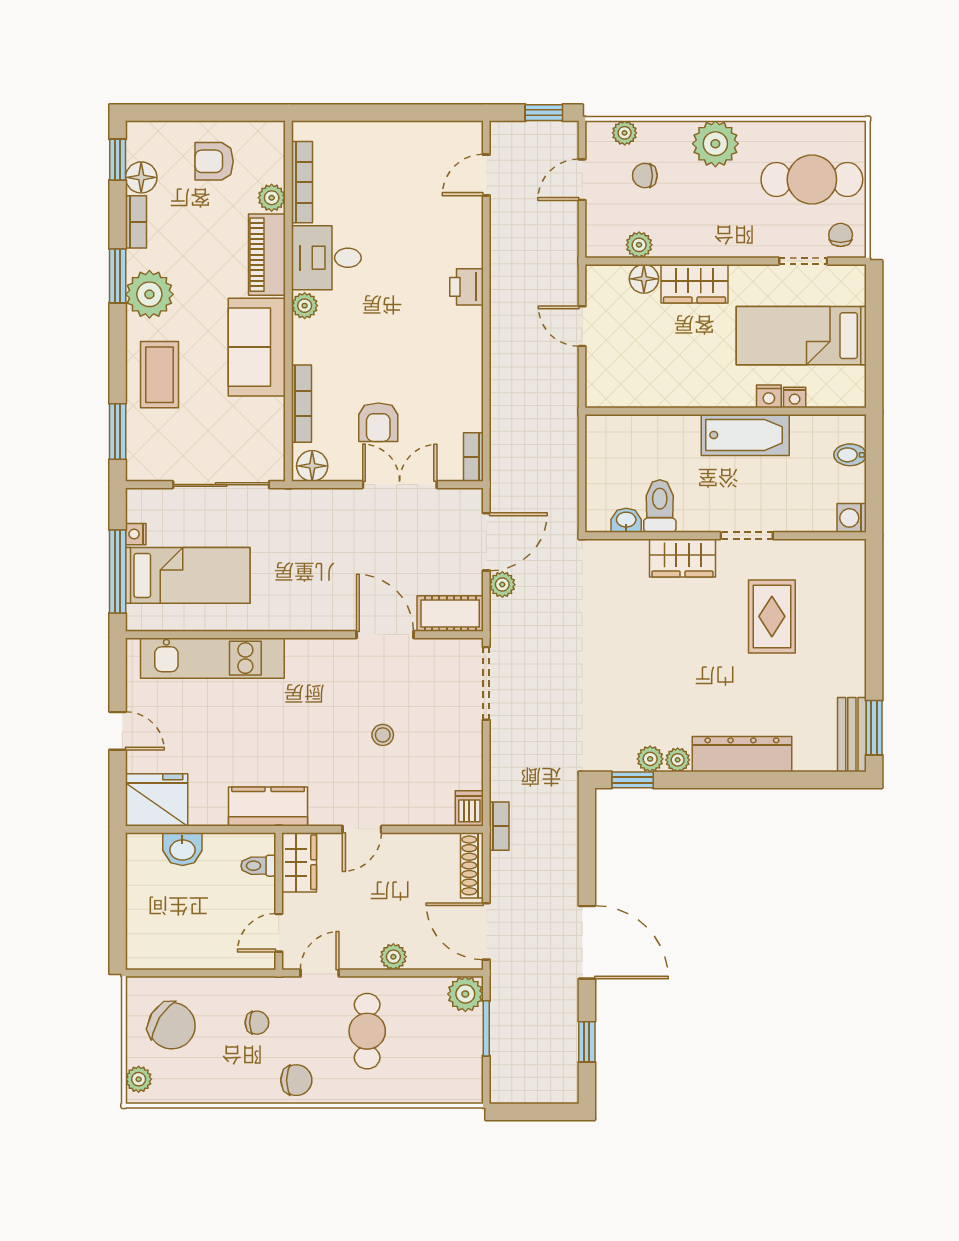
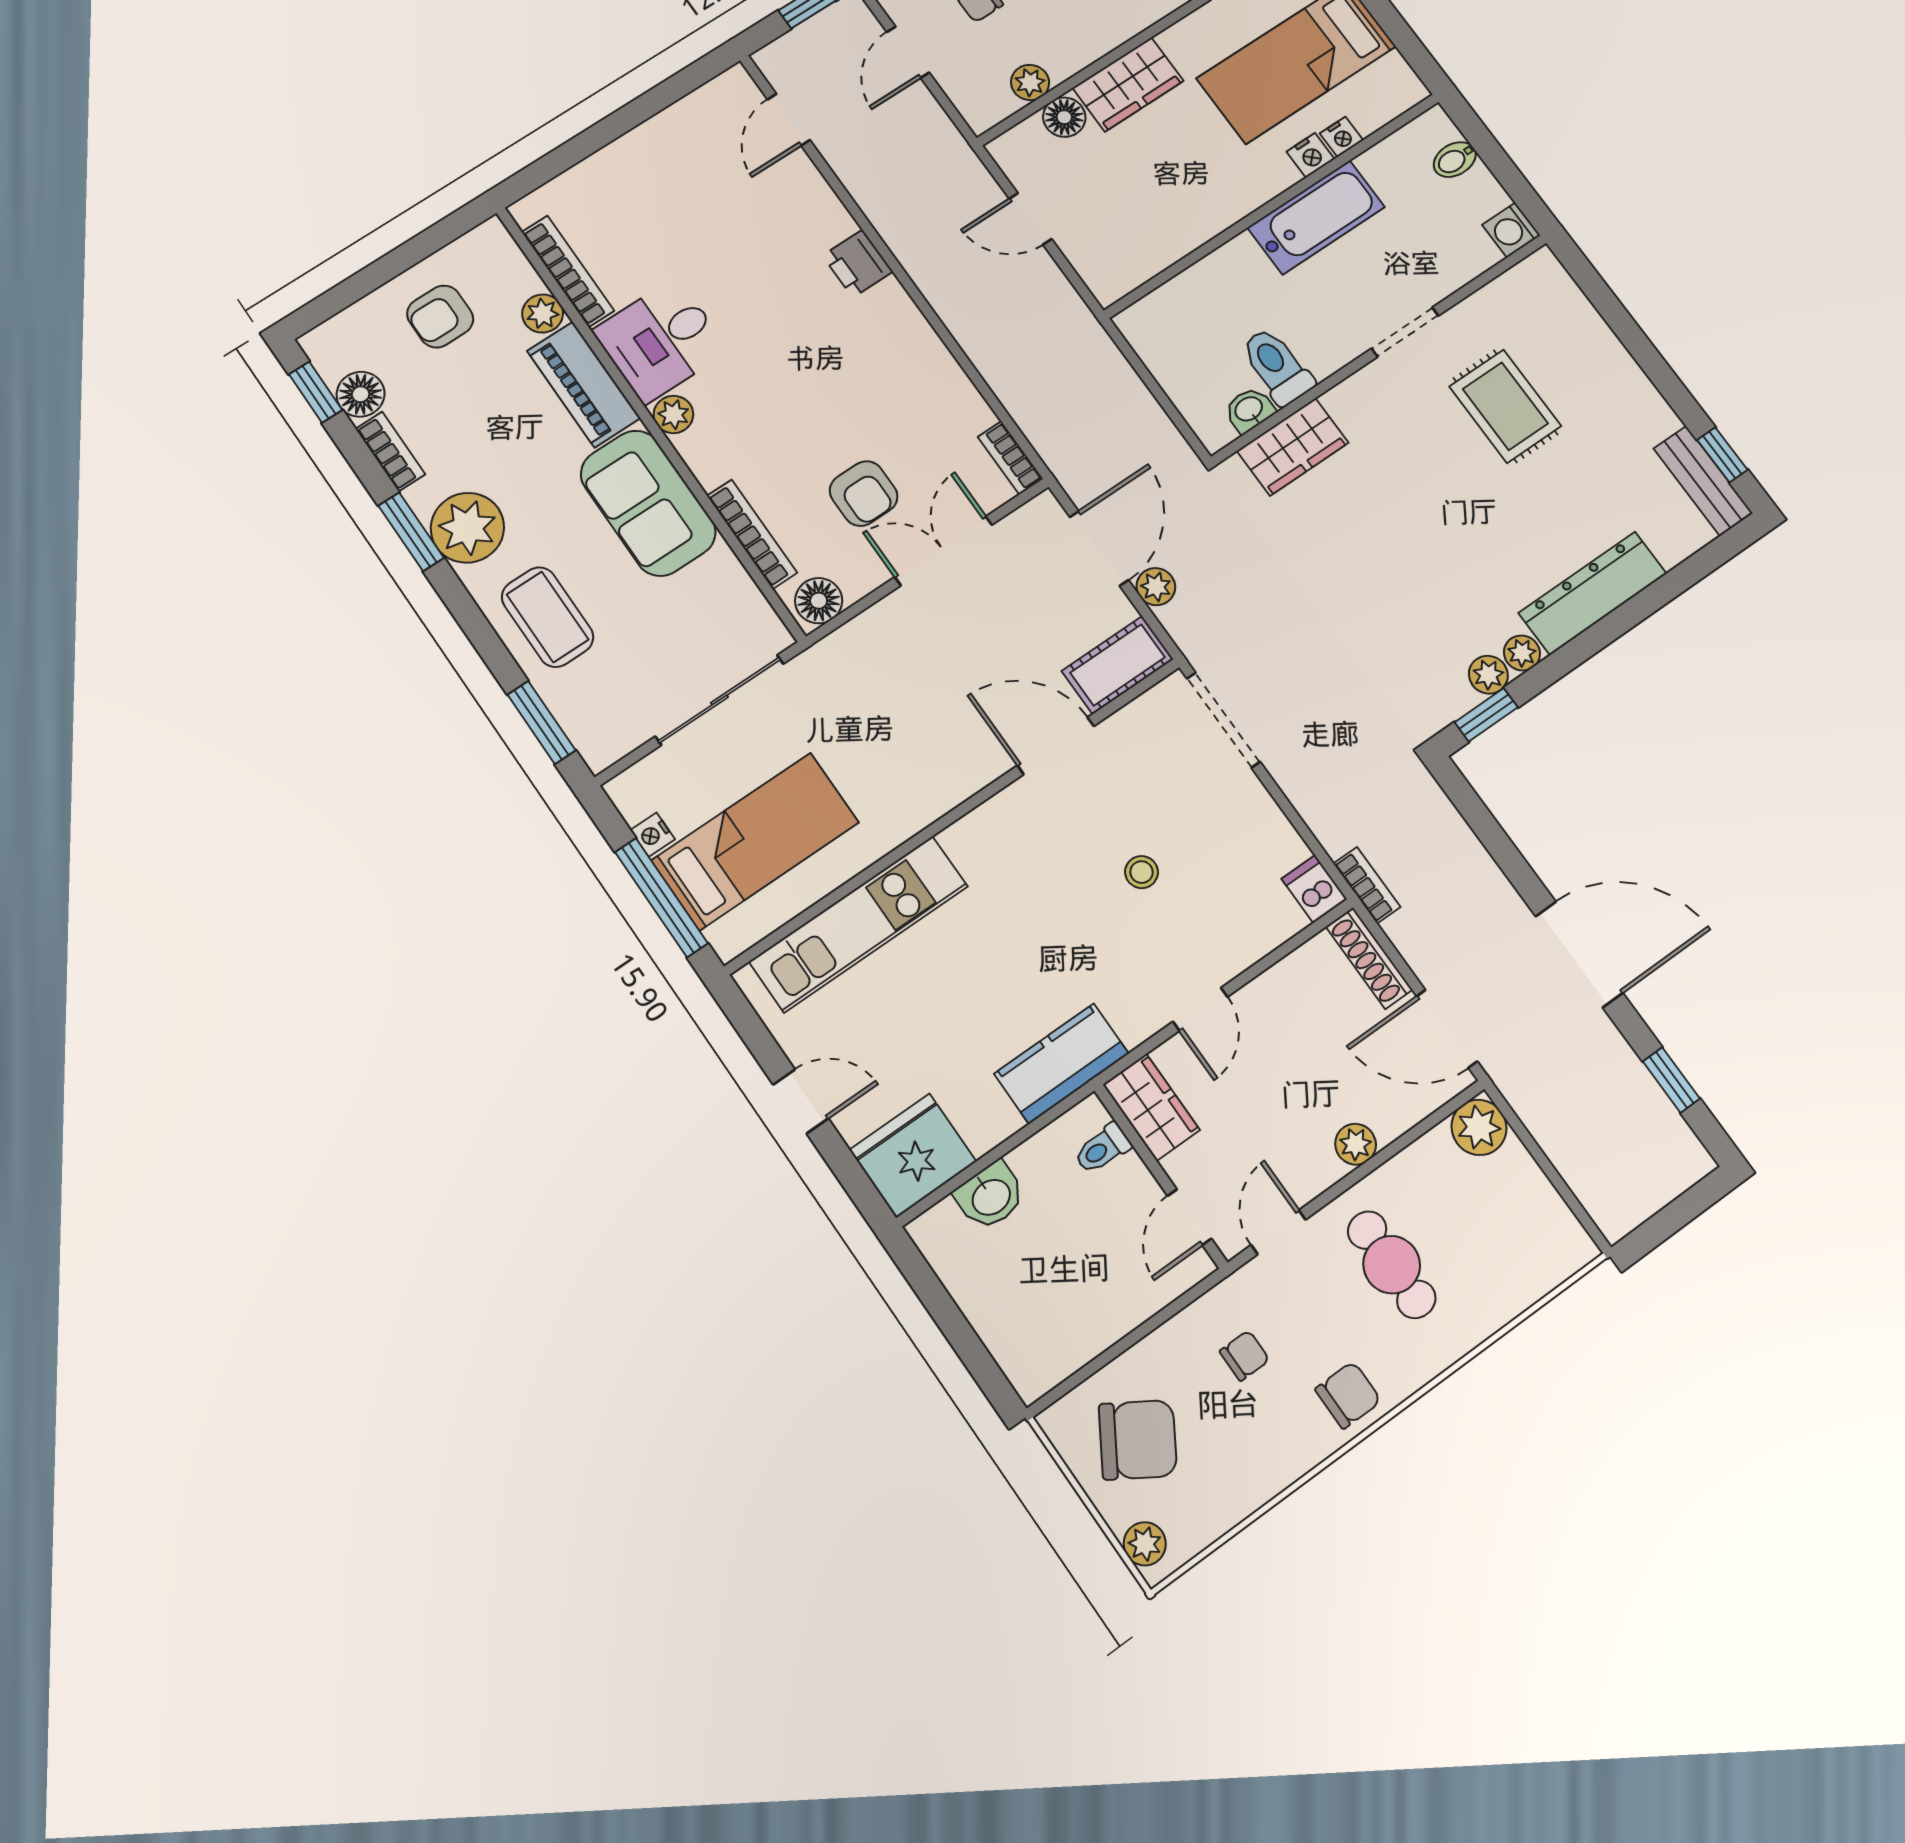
wardrobe: (682, 558) -> (1293, 447), moved
window: (874, 728) -> (1722, 455), width x0.67
window: (486, 1028) -> (1537, 1153), removed

